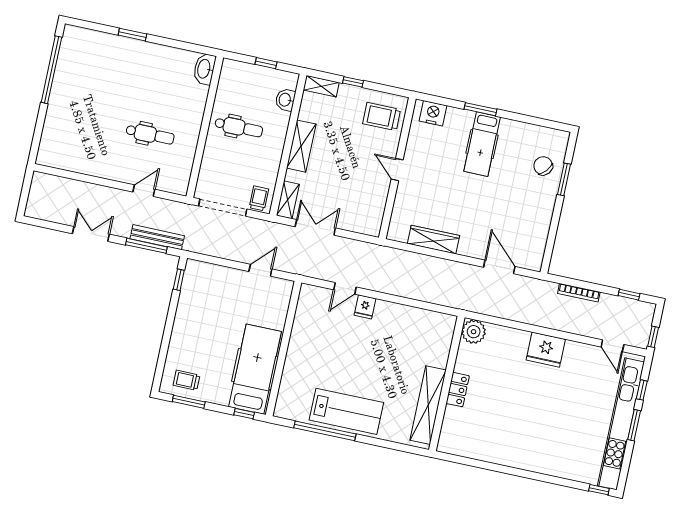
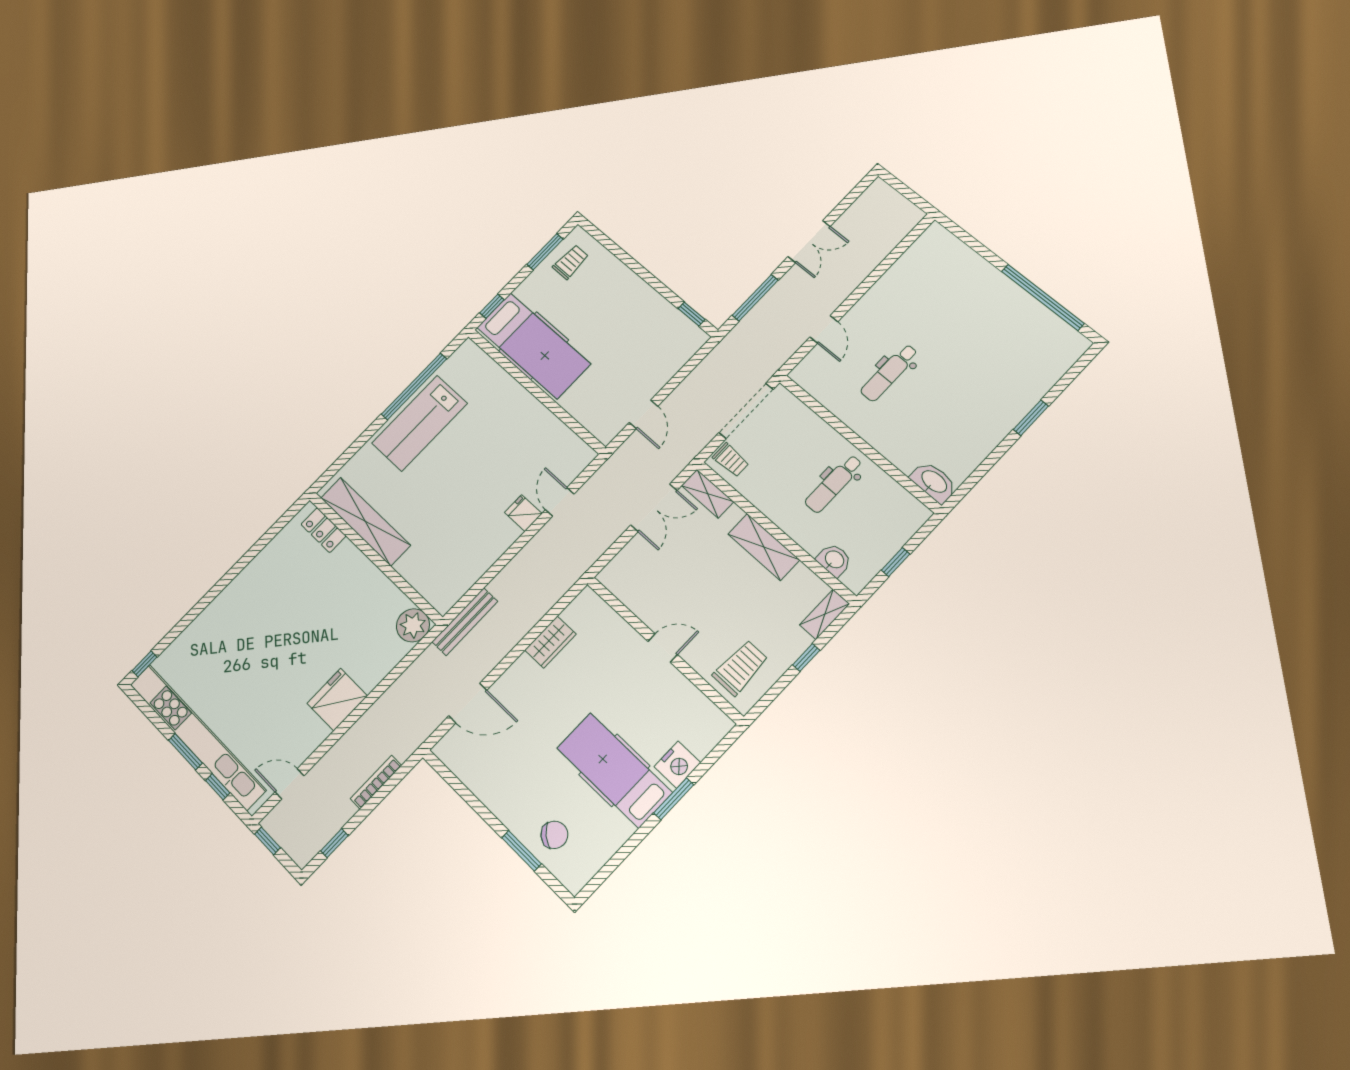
nightstand: (433, 113) -> (677, 765), moved
hospital bed: (482, 144) -> (614, 770), width x1.37, depth x1.29
bench: (157, 237) -> (465, 622), moved
wardrobe: (433, 240) -> (550, 642), width x0.67
locker: (458, 390) -> (323, 530), moved

